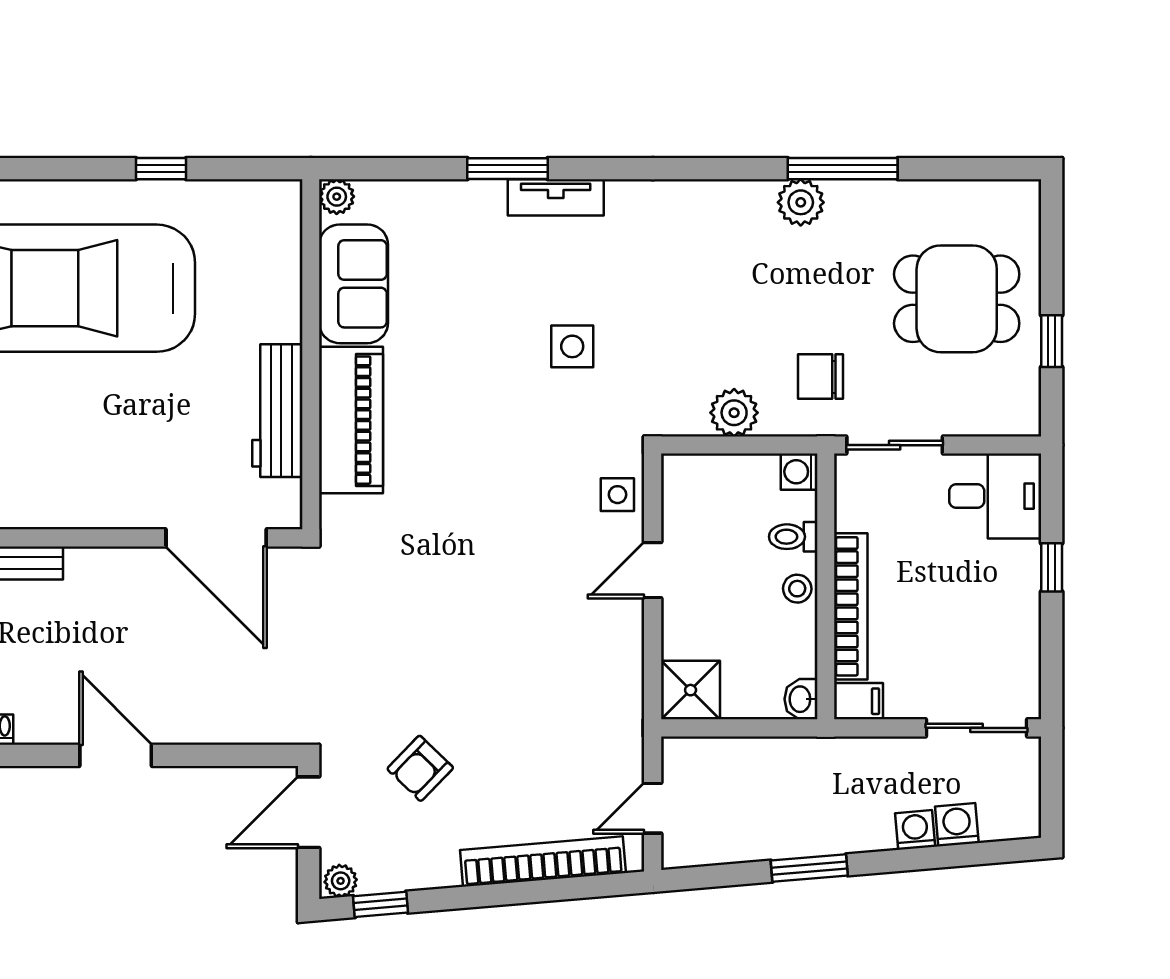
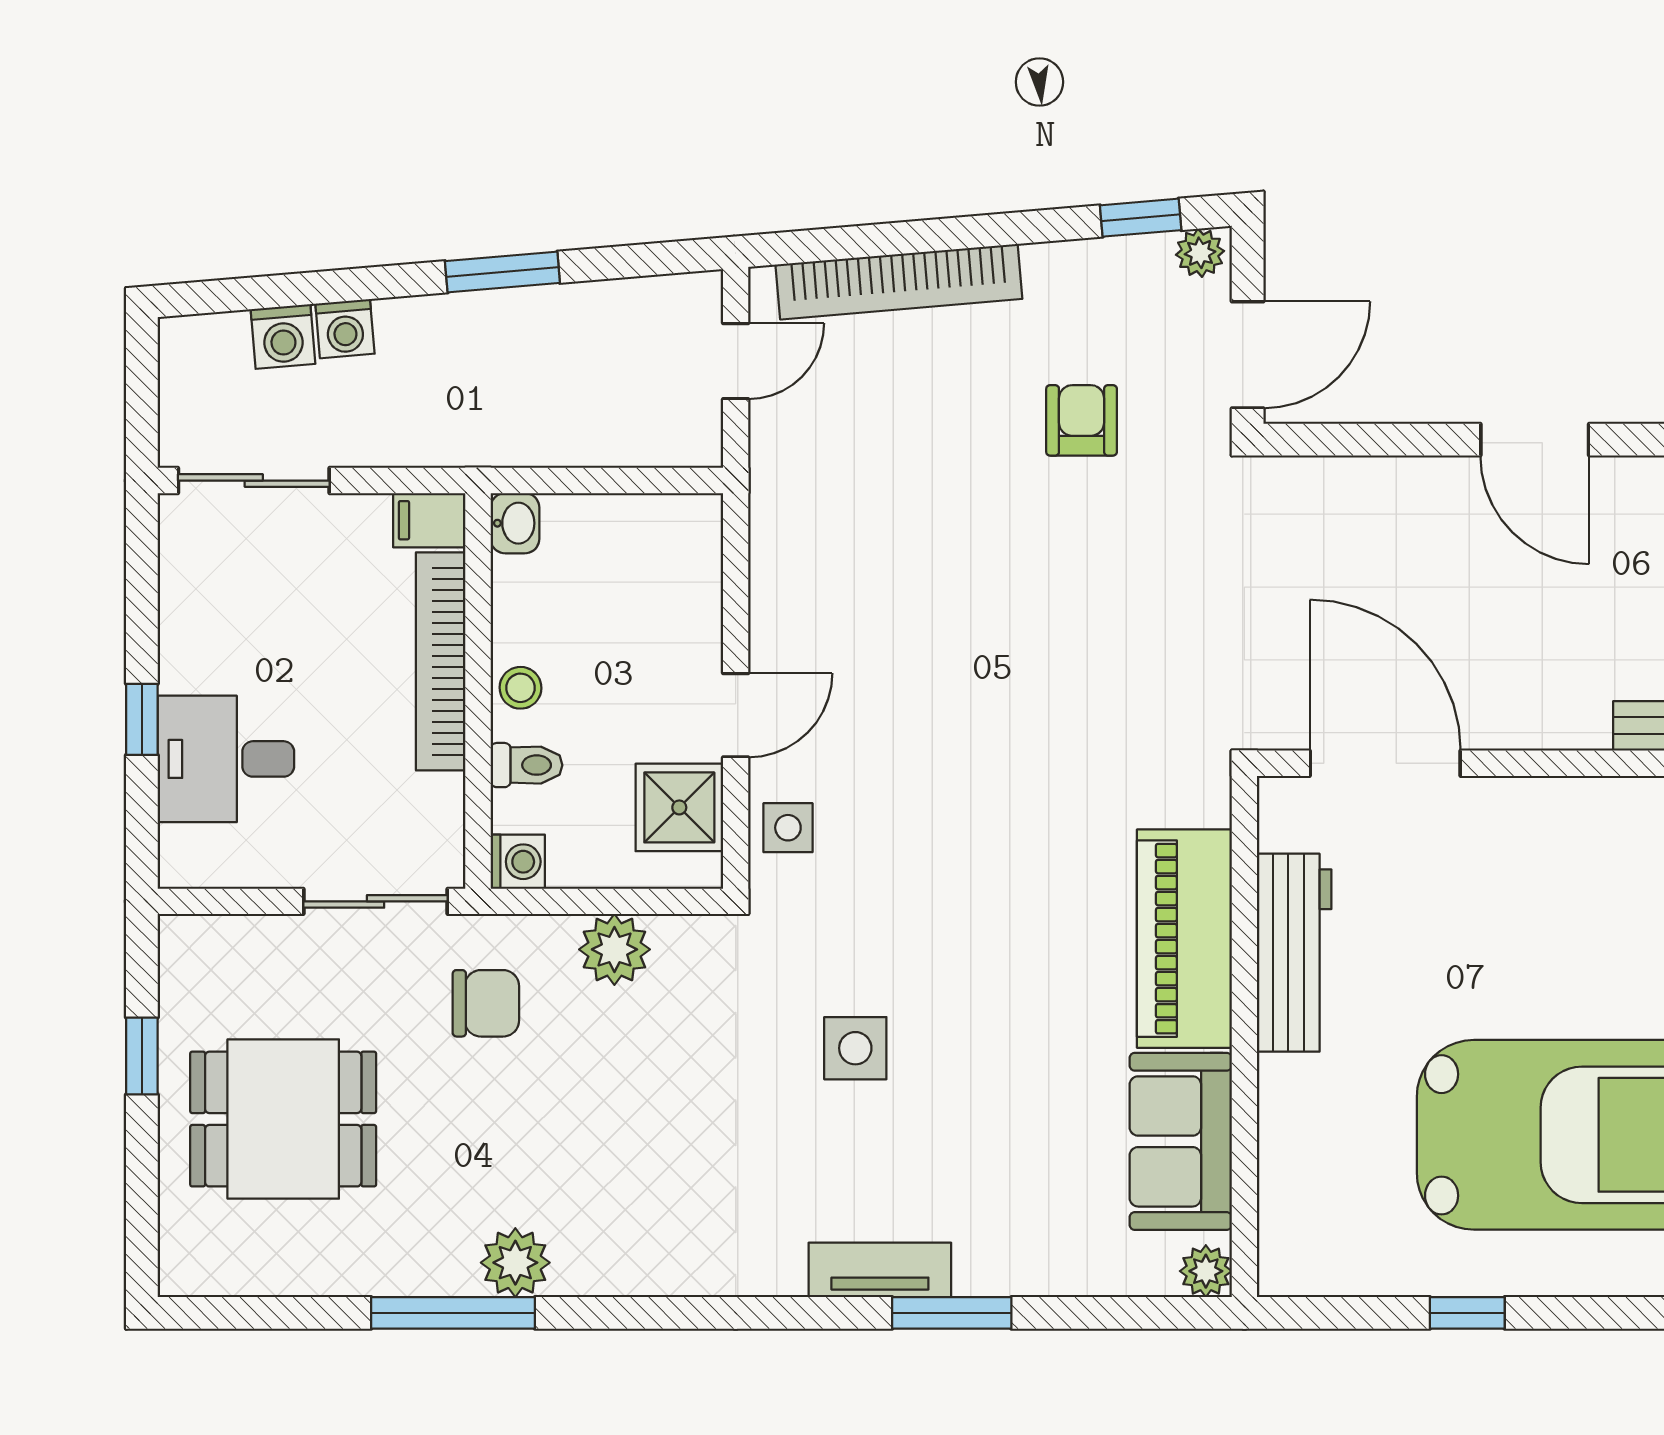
desk: (995, 496) -> (226, 759), moved
shower: (691, 690) -> (679, 807), moved
armchair: (420, 768) -> (1082, 420), turned -44

